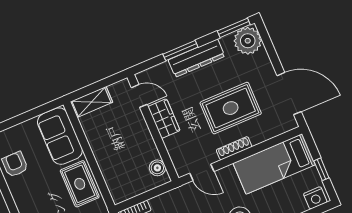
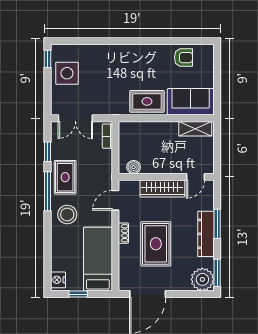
shelving: (92, 102) -> (195, 129), moved, turned 90
wardrobe: (164, 119) -> (162, 189), width x1.50
shoe rack: (234, 148) -> (123, 233), width x0.70

